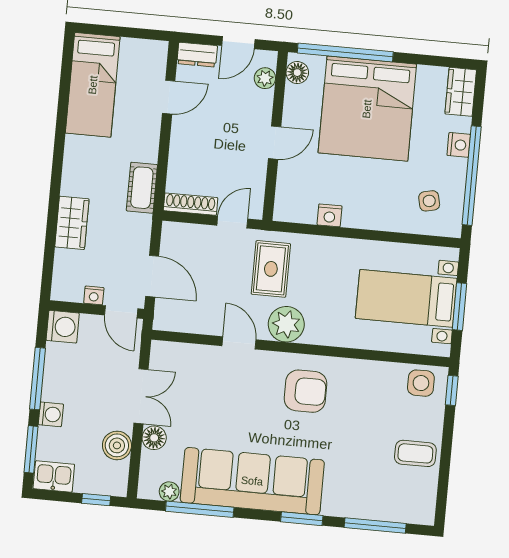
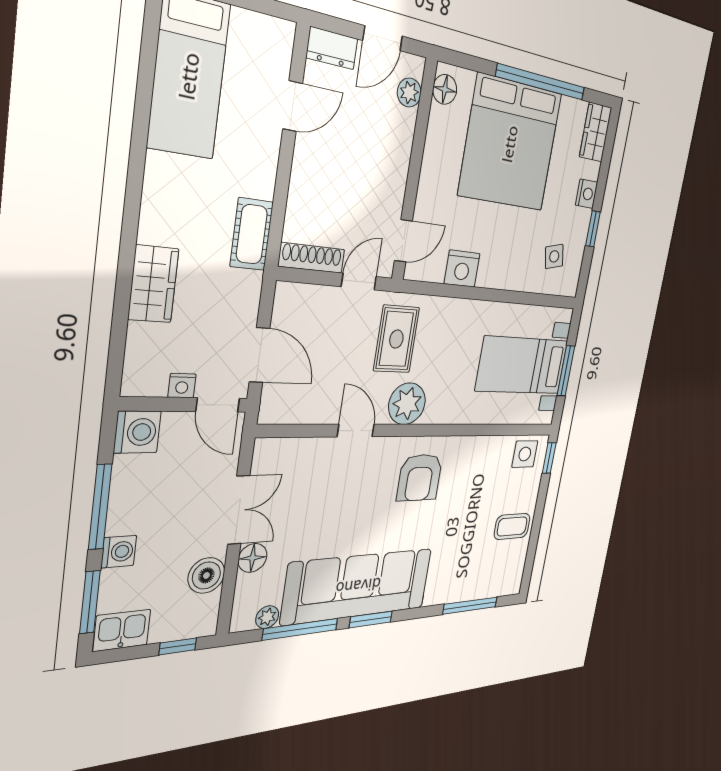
window: (345, 52) -> (541, 82), moved
door: (275, 143) -> (403, 241), moved
window: (472, 176) -> (593, 229), width x0.32
nightstand: (329, 215) -> (462, 269), width x1.36, depth x1.33
armchair: (305, 391) -> (420, 478), turned 90
window: (302, 519) -> (371, 619), moved

